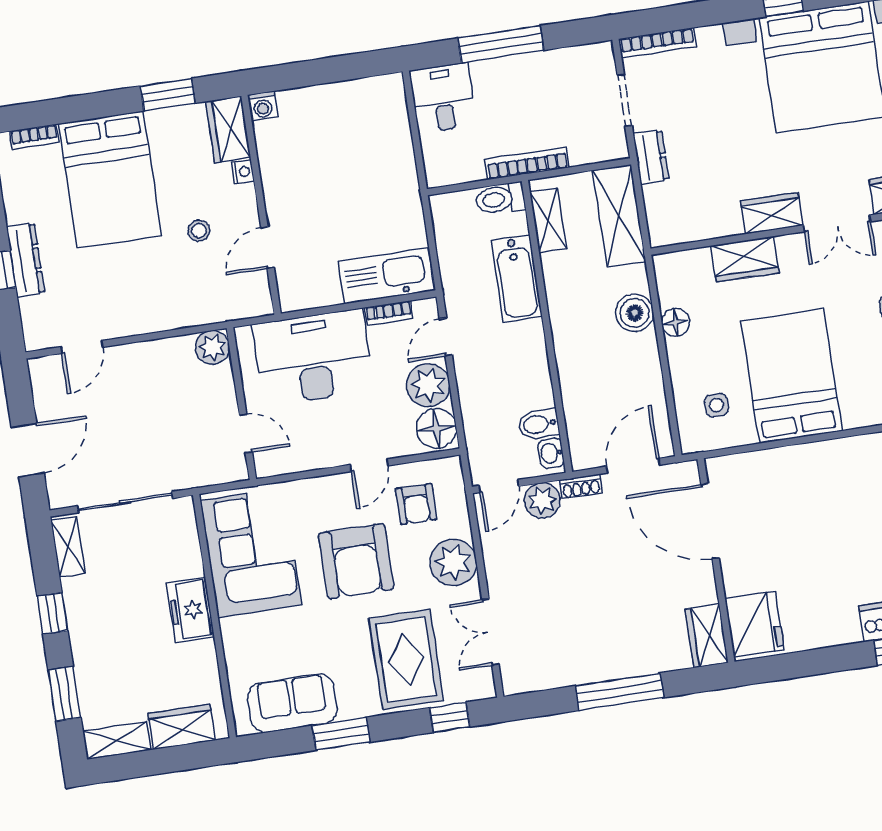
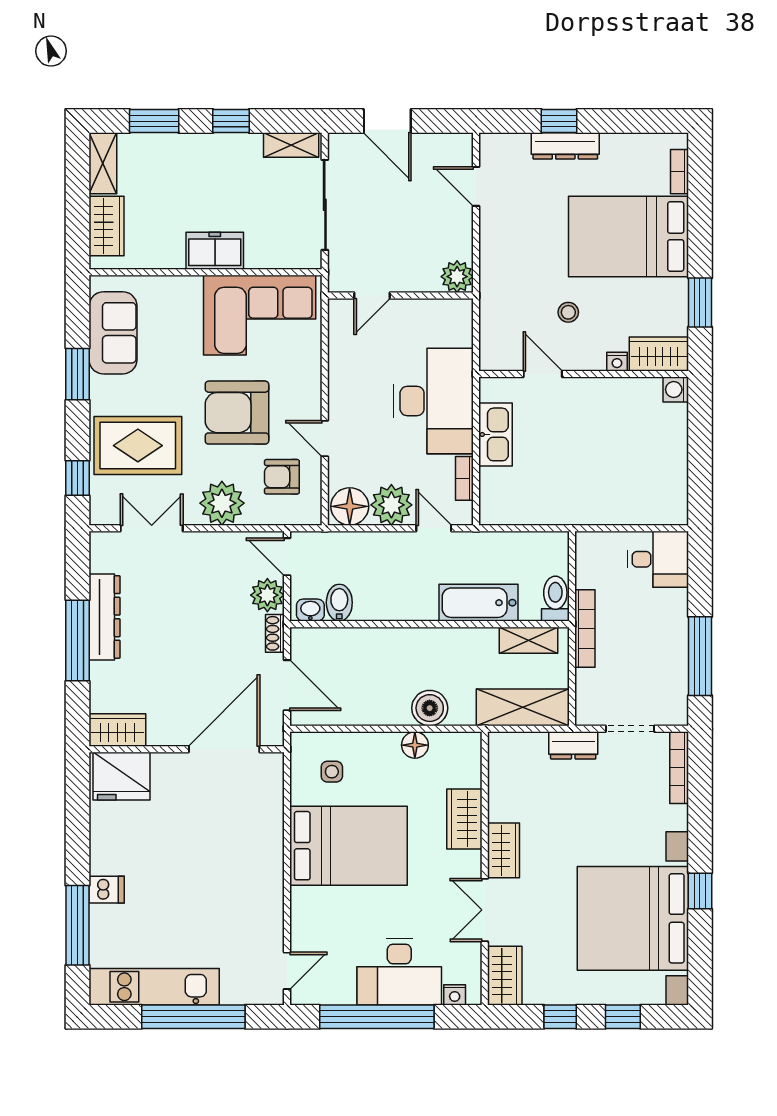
window: (501, 44) -> (700, 656), moved
kitchen sink: (386, 276) -> (496, 434), moved, width x0.73, depth x0.81
plant: (213, 347) -> (457, 277), moved
wall: (241, 404) -> (400, 296), moved
door: (246, 433) -> (372, 296), moved
dresser: (591, 667) -> (105, 617), added

